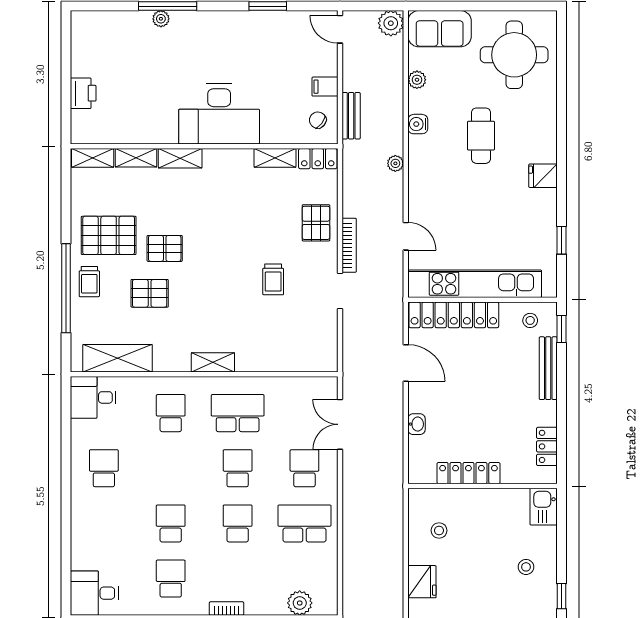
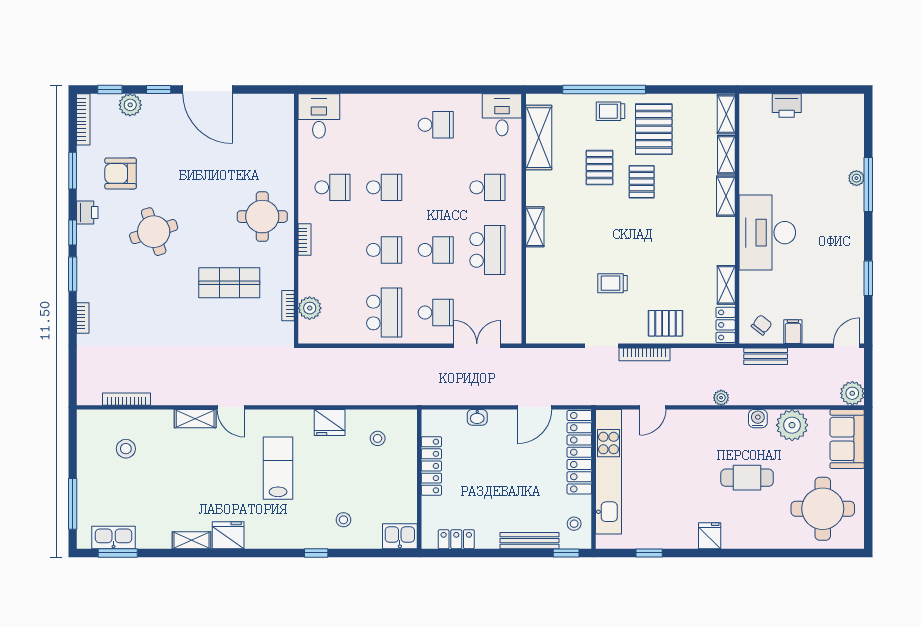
plant: (417, 80) -> (792, 425), width x1.87, depth x1.87

